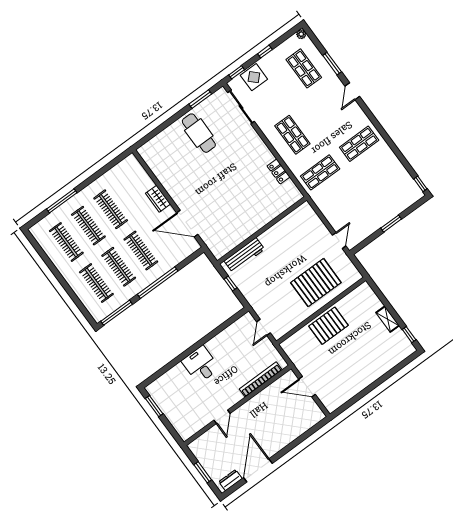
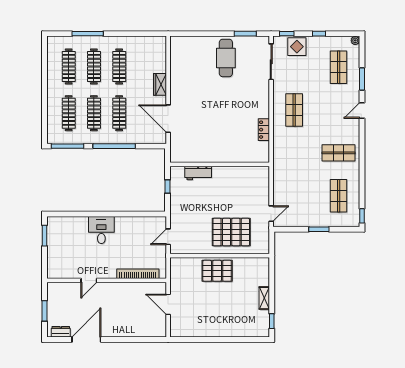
shop shelf: (320, 172) -> (339, 196), moved, turned 90
workbench: (244, 255) -> (198, 173), width x0.73

